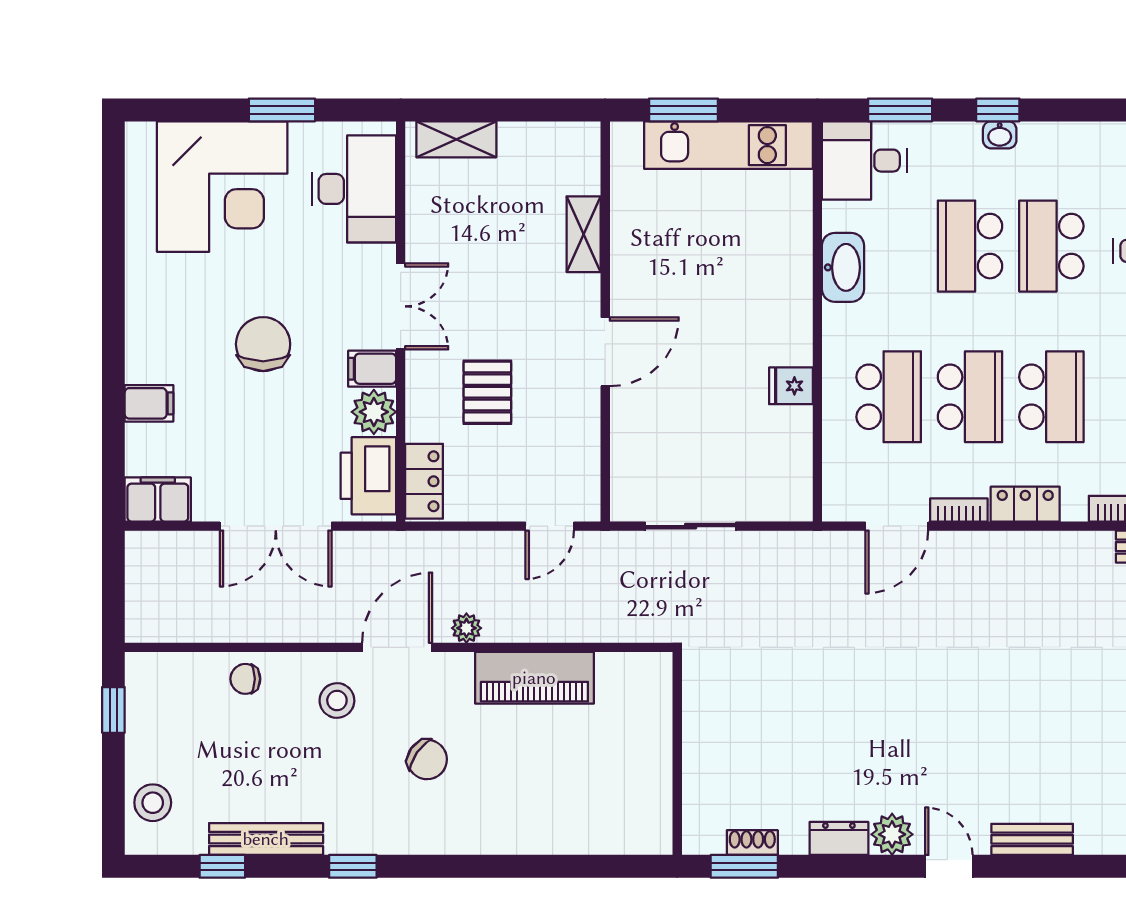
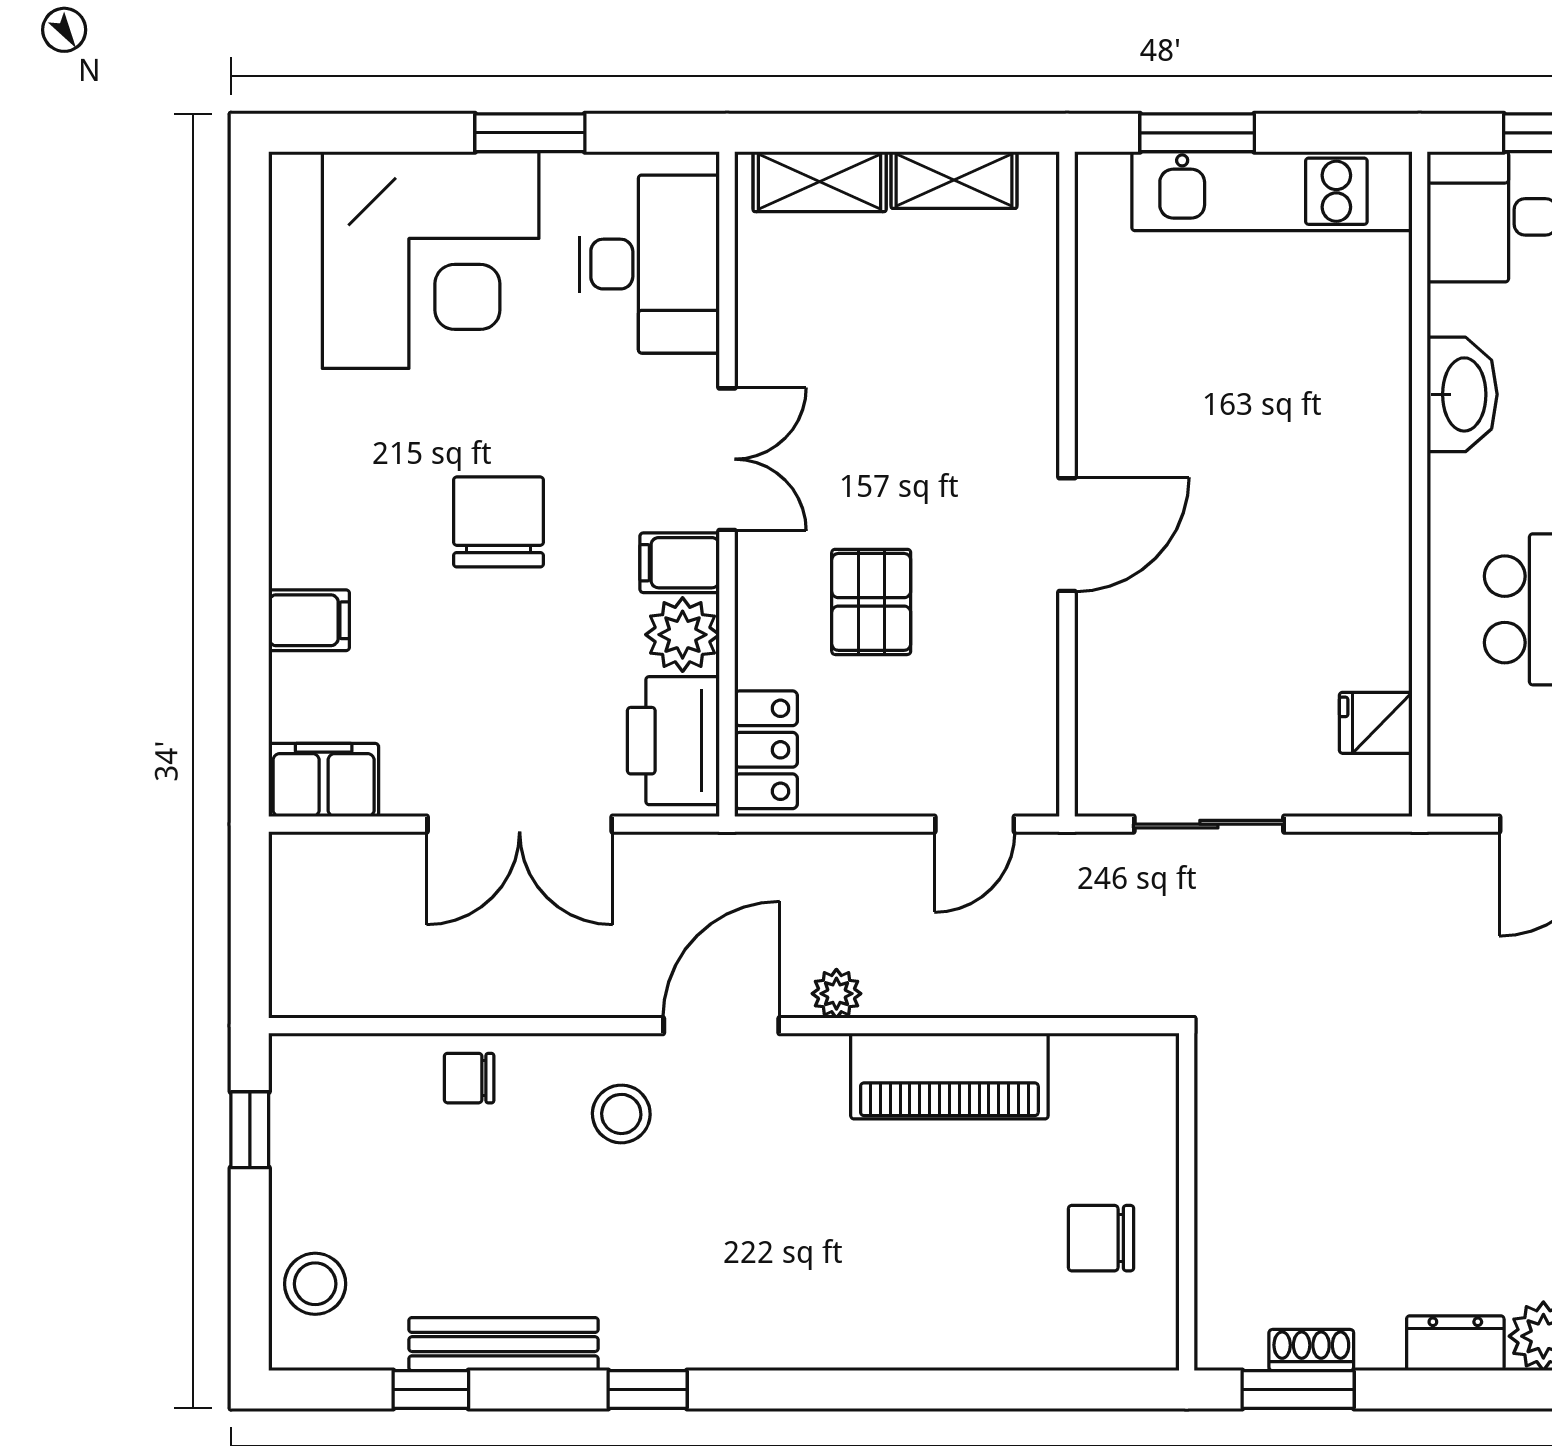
shelving: (584, 234) -> (954, 180), moved, turned 90
fridge: (791, 386) -> (1376, 723), moved
chair: (427, 760) -> (1101, 1238), moved, turned 145

